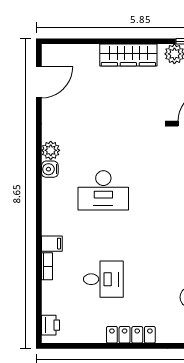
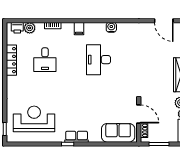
plant: (51, 150) -> (30, 28), moved
filing cabinet: (52, 244) -> (79, 29), moved
locker: (131, 335) -> (11, 60), moved

